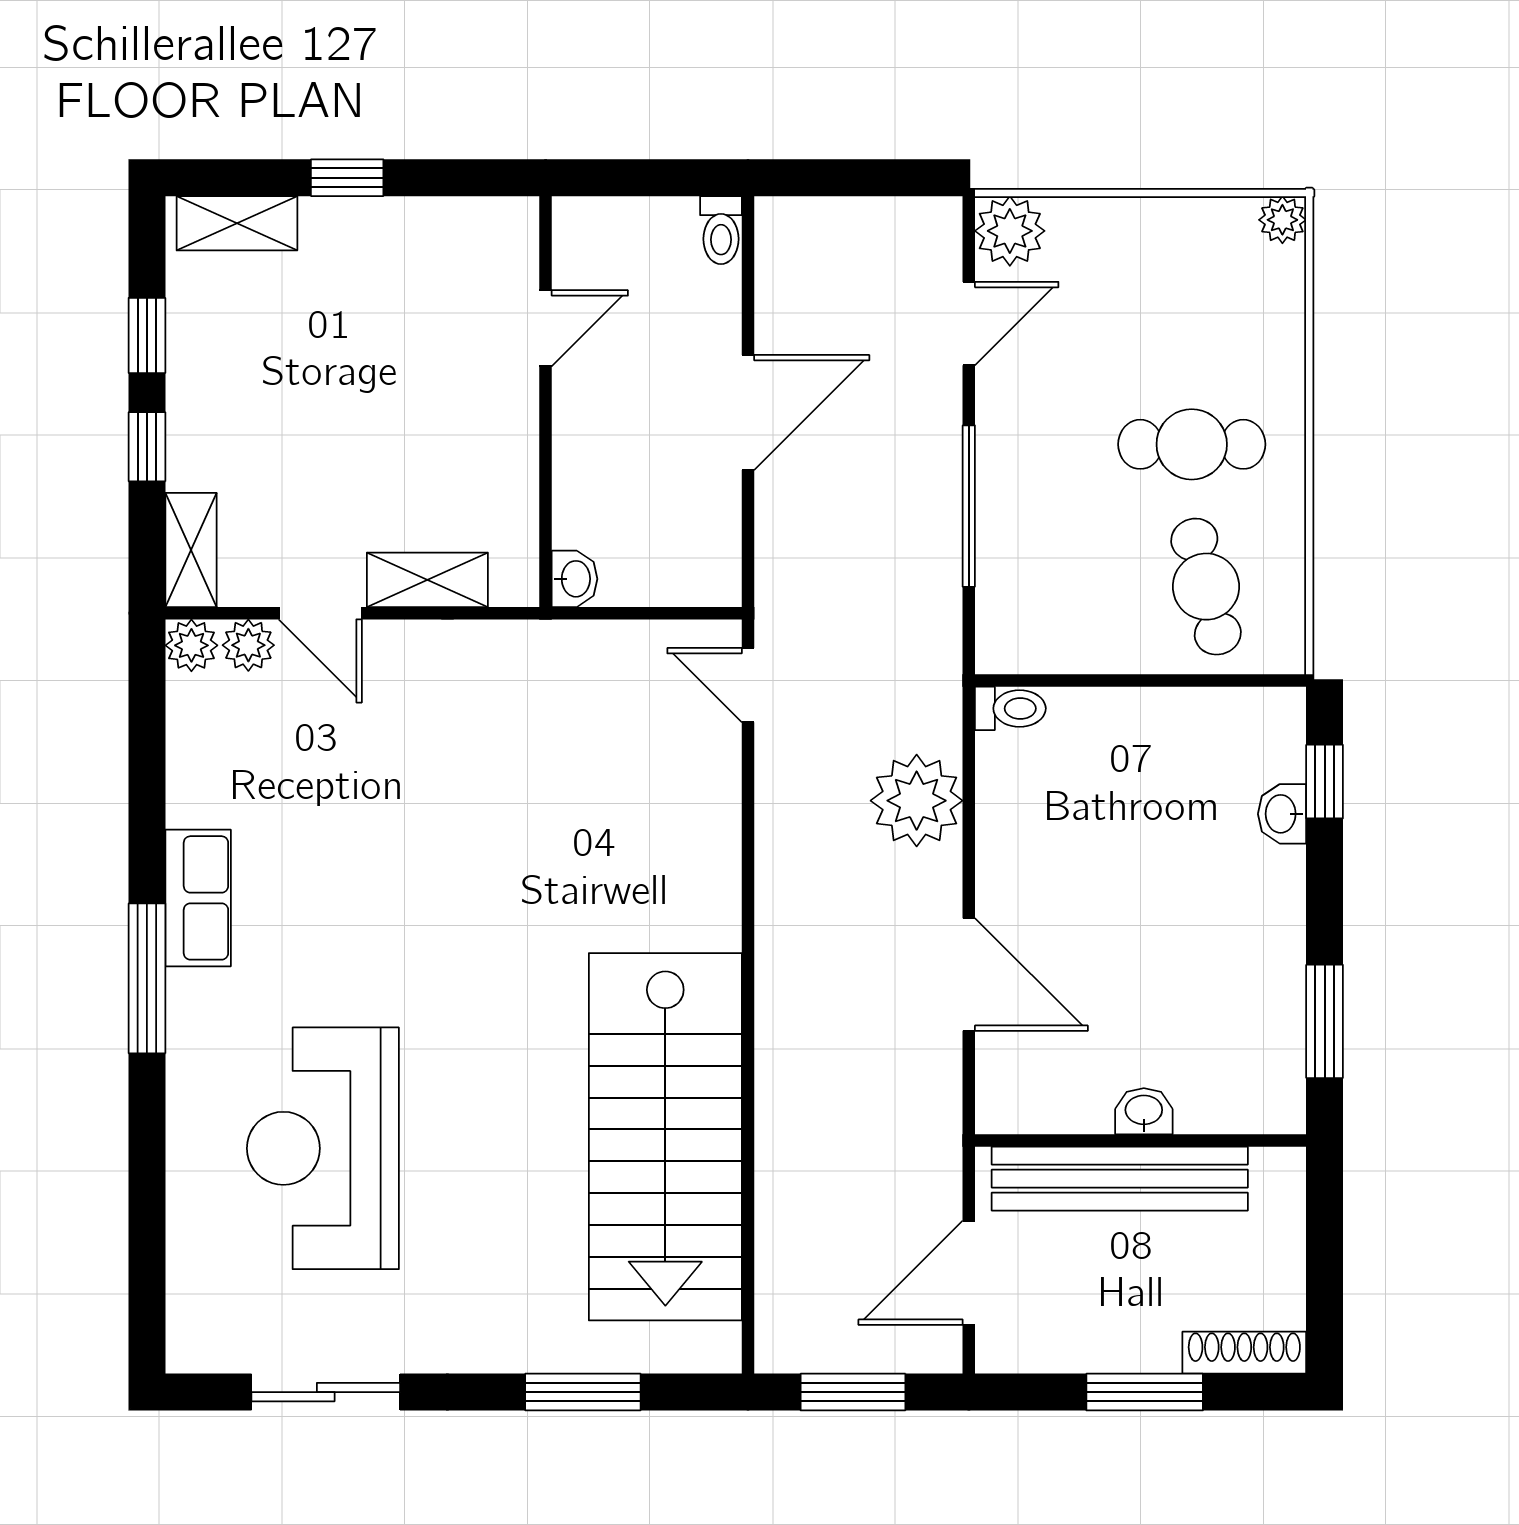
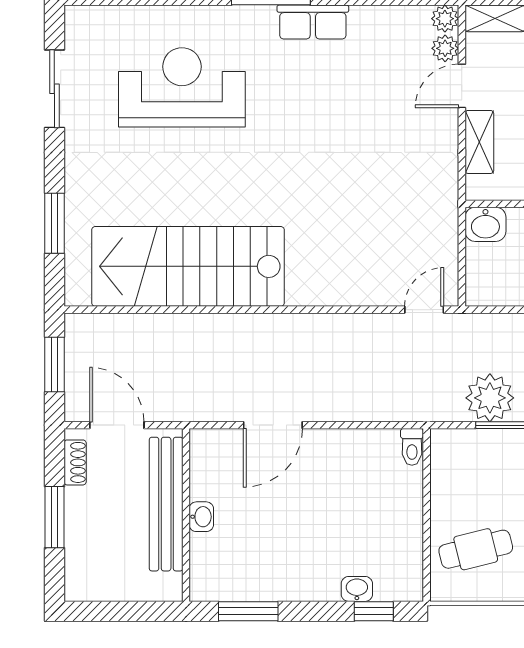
washbasin: (575, 579) -> (485, 224), width x1.38, depth x1.45
plant: (917, 801) -> (490, 398), moved
shoe rack: (1244, 1353) -> (75, 462), moved, width x0.70

